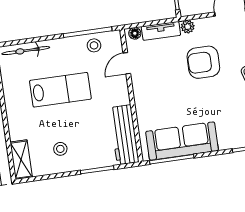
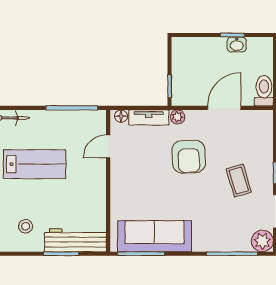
stool: (94, 45) -> (76, 123), removed
armchair: (203, 62) -> (189, 157), turned -93
workbench: (124, 135) -> (75, 240), moved, turned 90

